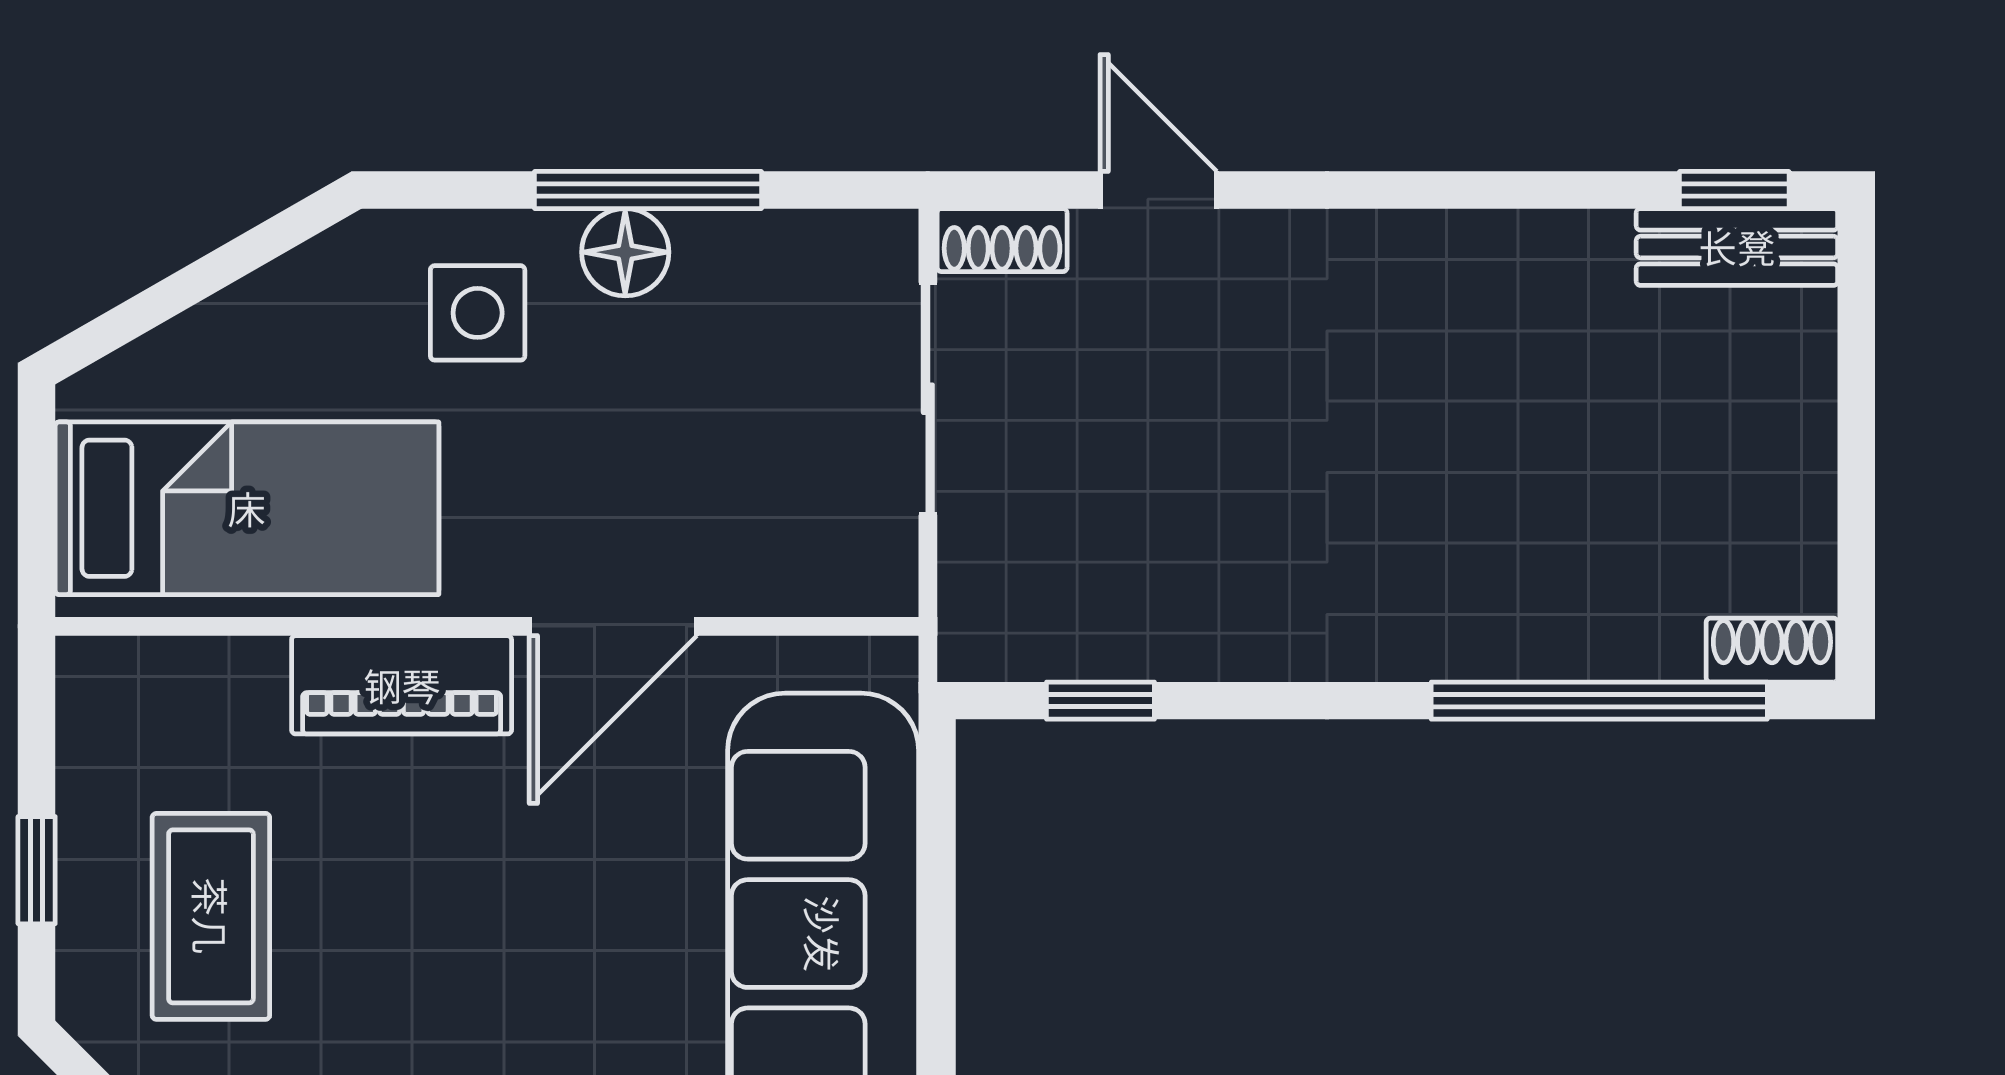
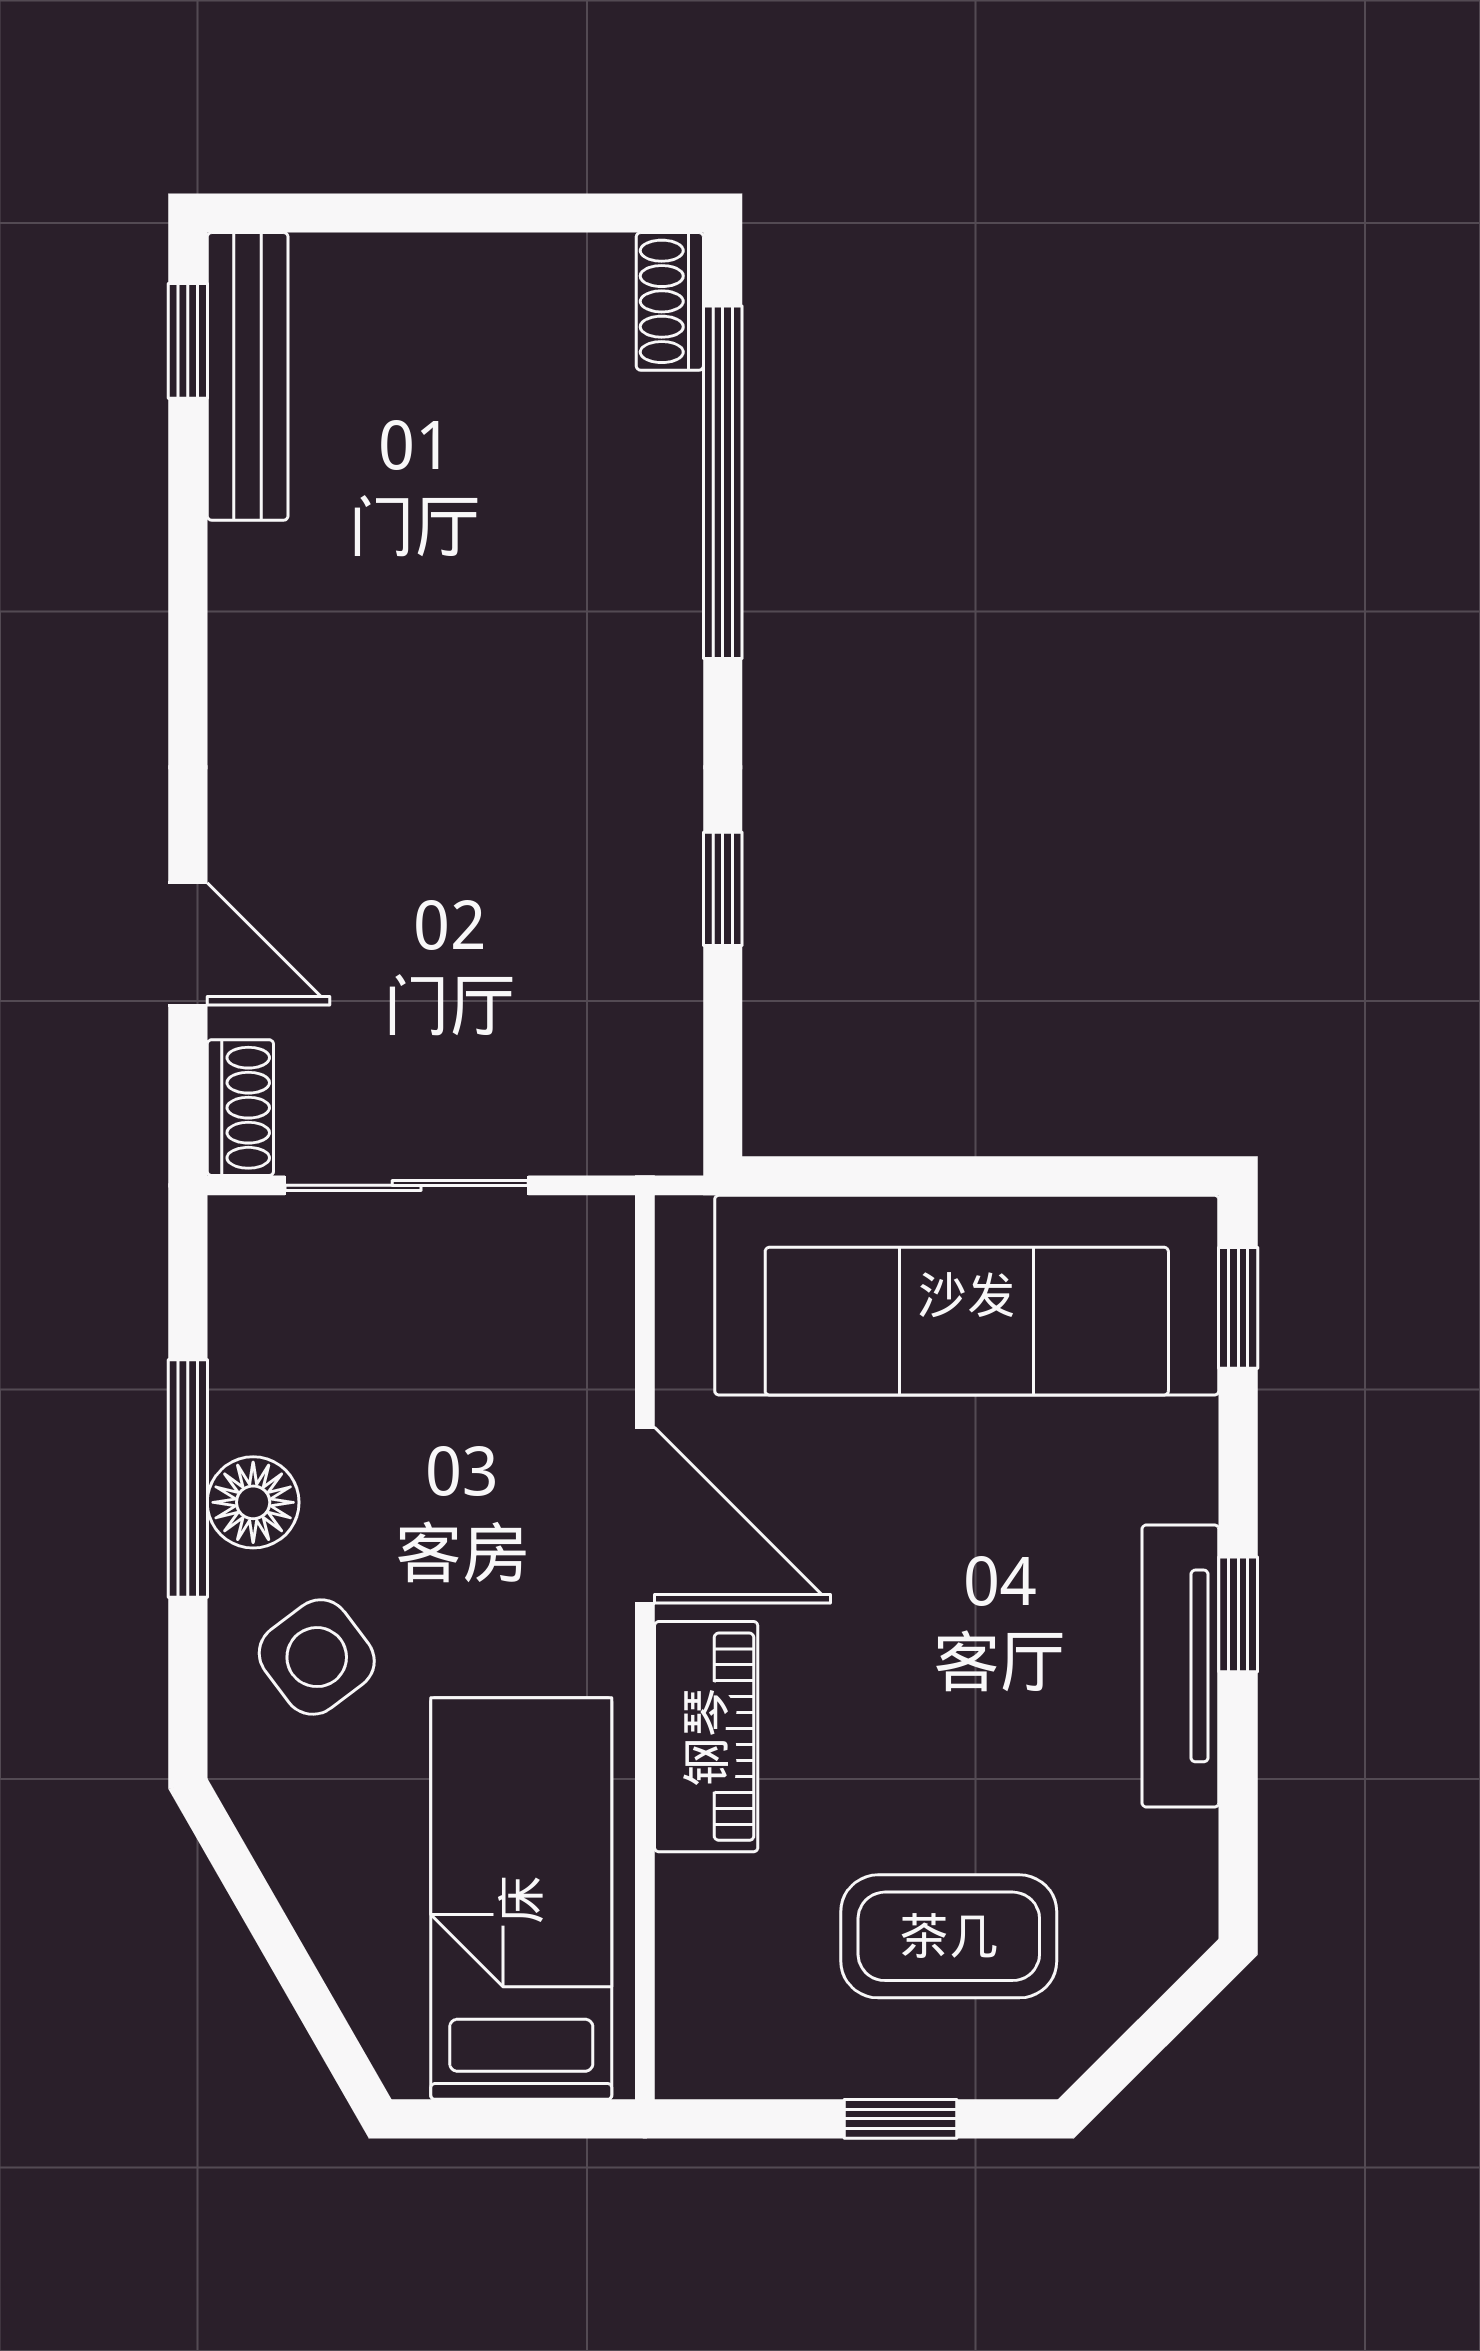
door: (1158, 190) -> (188, 944), swing flipped
bench: (1737, 247) -> (248, 376), width x1.36
side table: (478, 313) -> (317, 1657), turned -37
window: (1100, 701) -> (723, 889), moved

